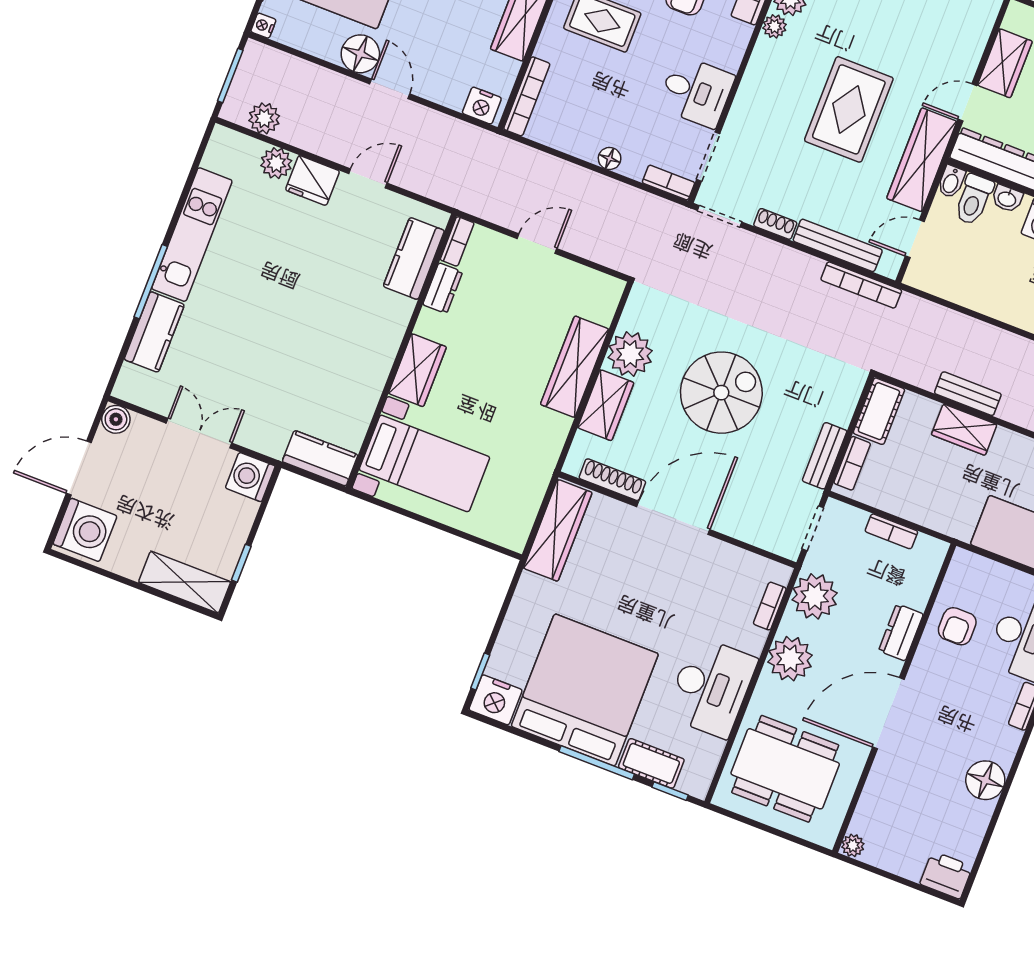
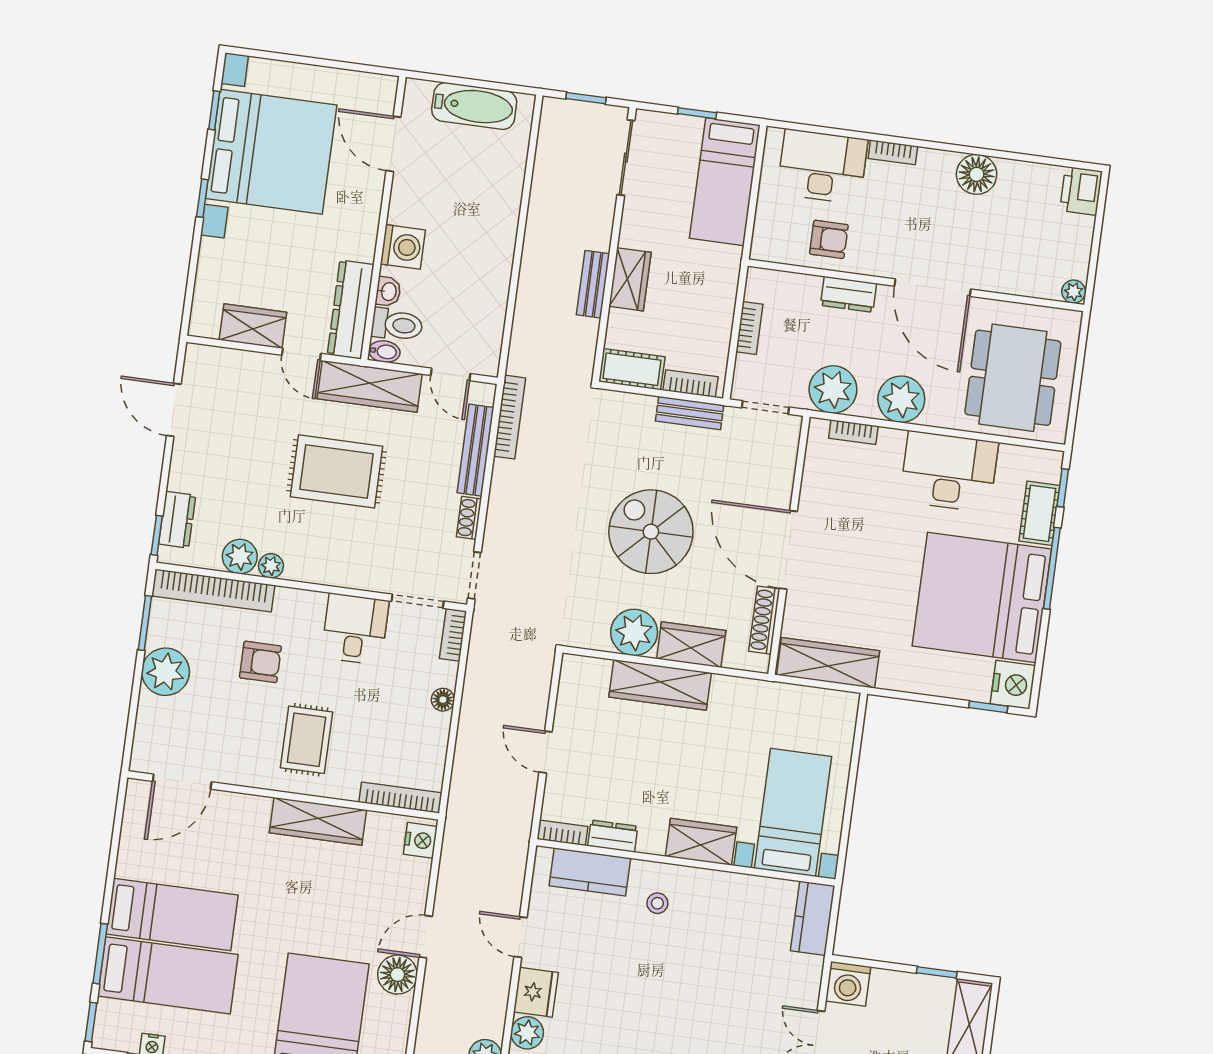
stool: (369, 315) -> (657, 903), added

